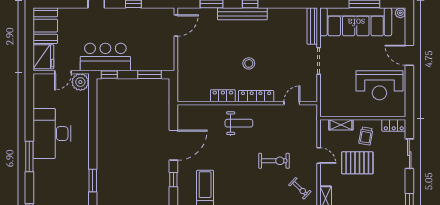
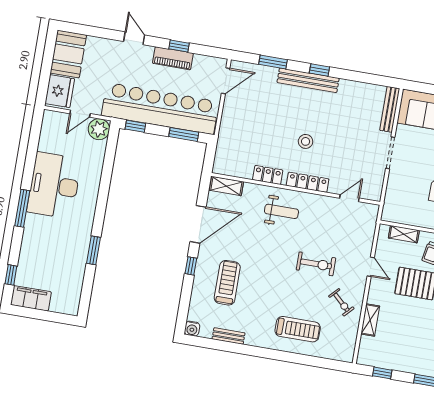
piano: (130, 15) -> (173, 58), added
bar counter: (105, 57) -> (160, 109), width x1.86
shelving: (191, 110) -> (226, 186), added

